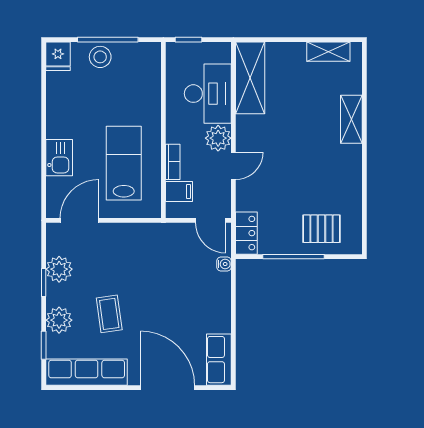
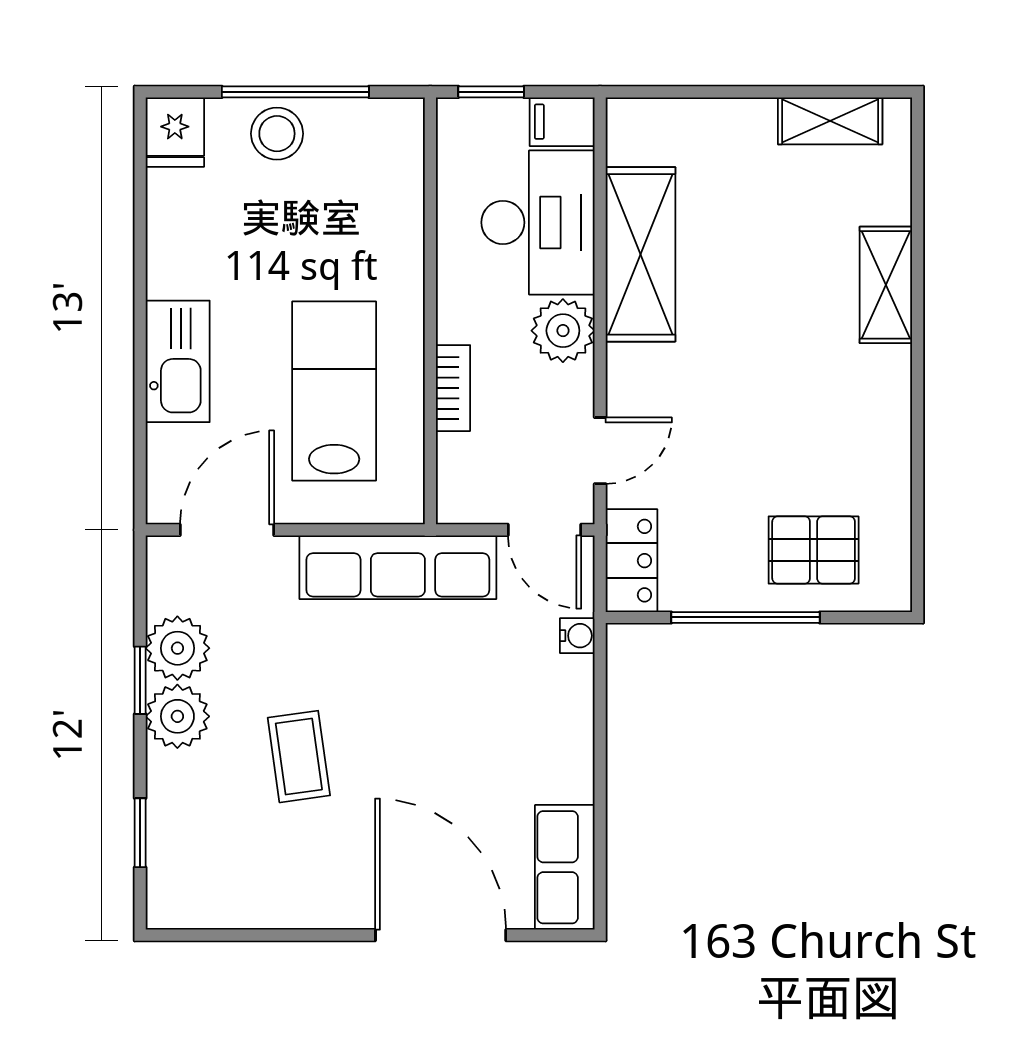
shelving: (250, 78) -> (640, 254), moved
kitchen sink: (59, 158) -> (178, 361), width x1.38
door: (233, 166) -> (600, 451), moved
filing cabinet: (179, 191) -> (562, 122), moved, turned 180
plant: (59, 320) -> (177, 716), moved
row of seats: (87, 372) -> (398, 567), moved, turned 180

